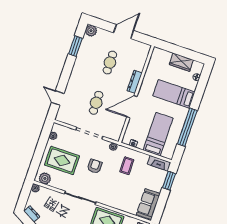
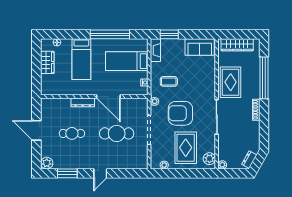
door: (58, 98) -> (100, 173), moved
cafe table: (96, 103) -> (117, 133), width x1.37, depth x1.35
armchair: (95, 166) -> (180, 113), width x1.88, depth x1.88

